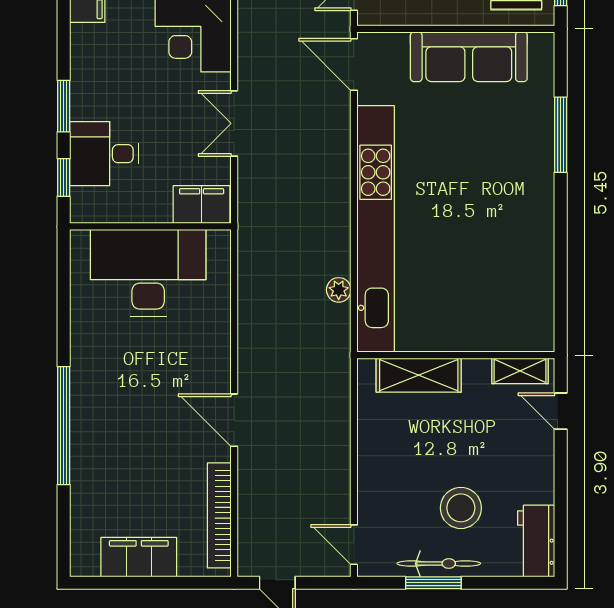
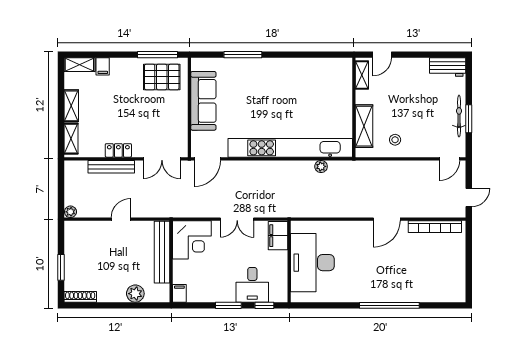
stool: (461, 508) -> (395, 140), moved, width x0.53, depth x0.53
filing cabinet: (139, 557) -> (456, 267), removed

